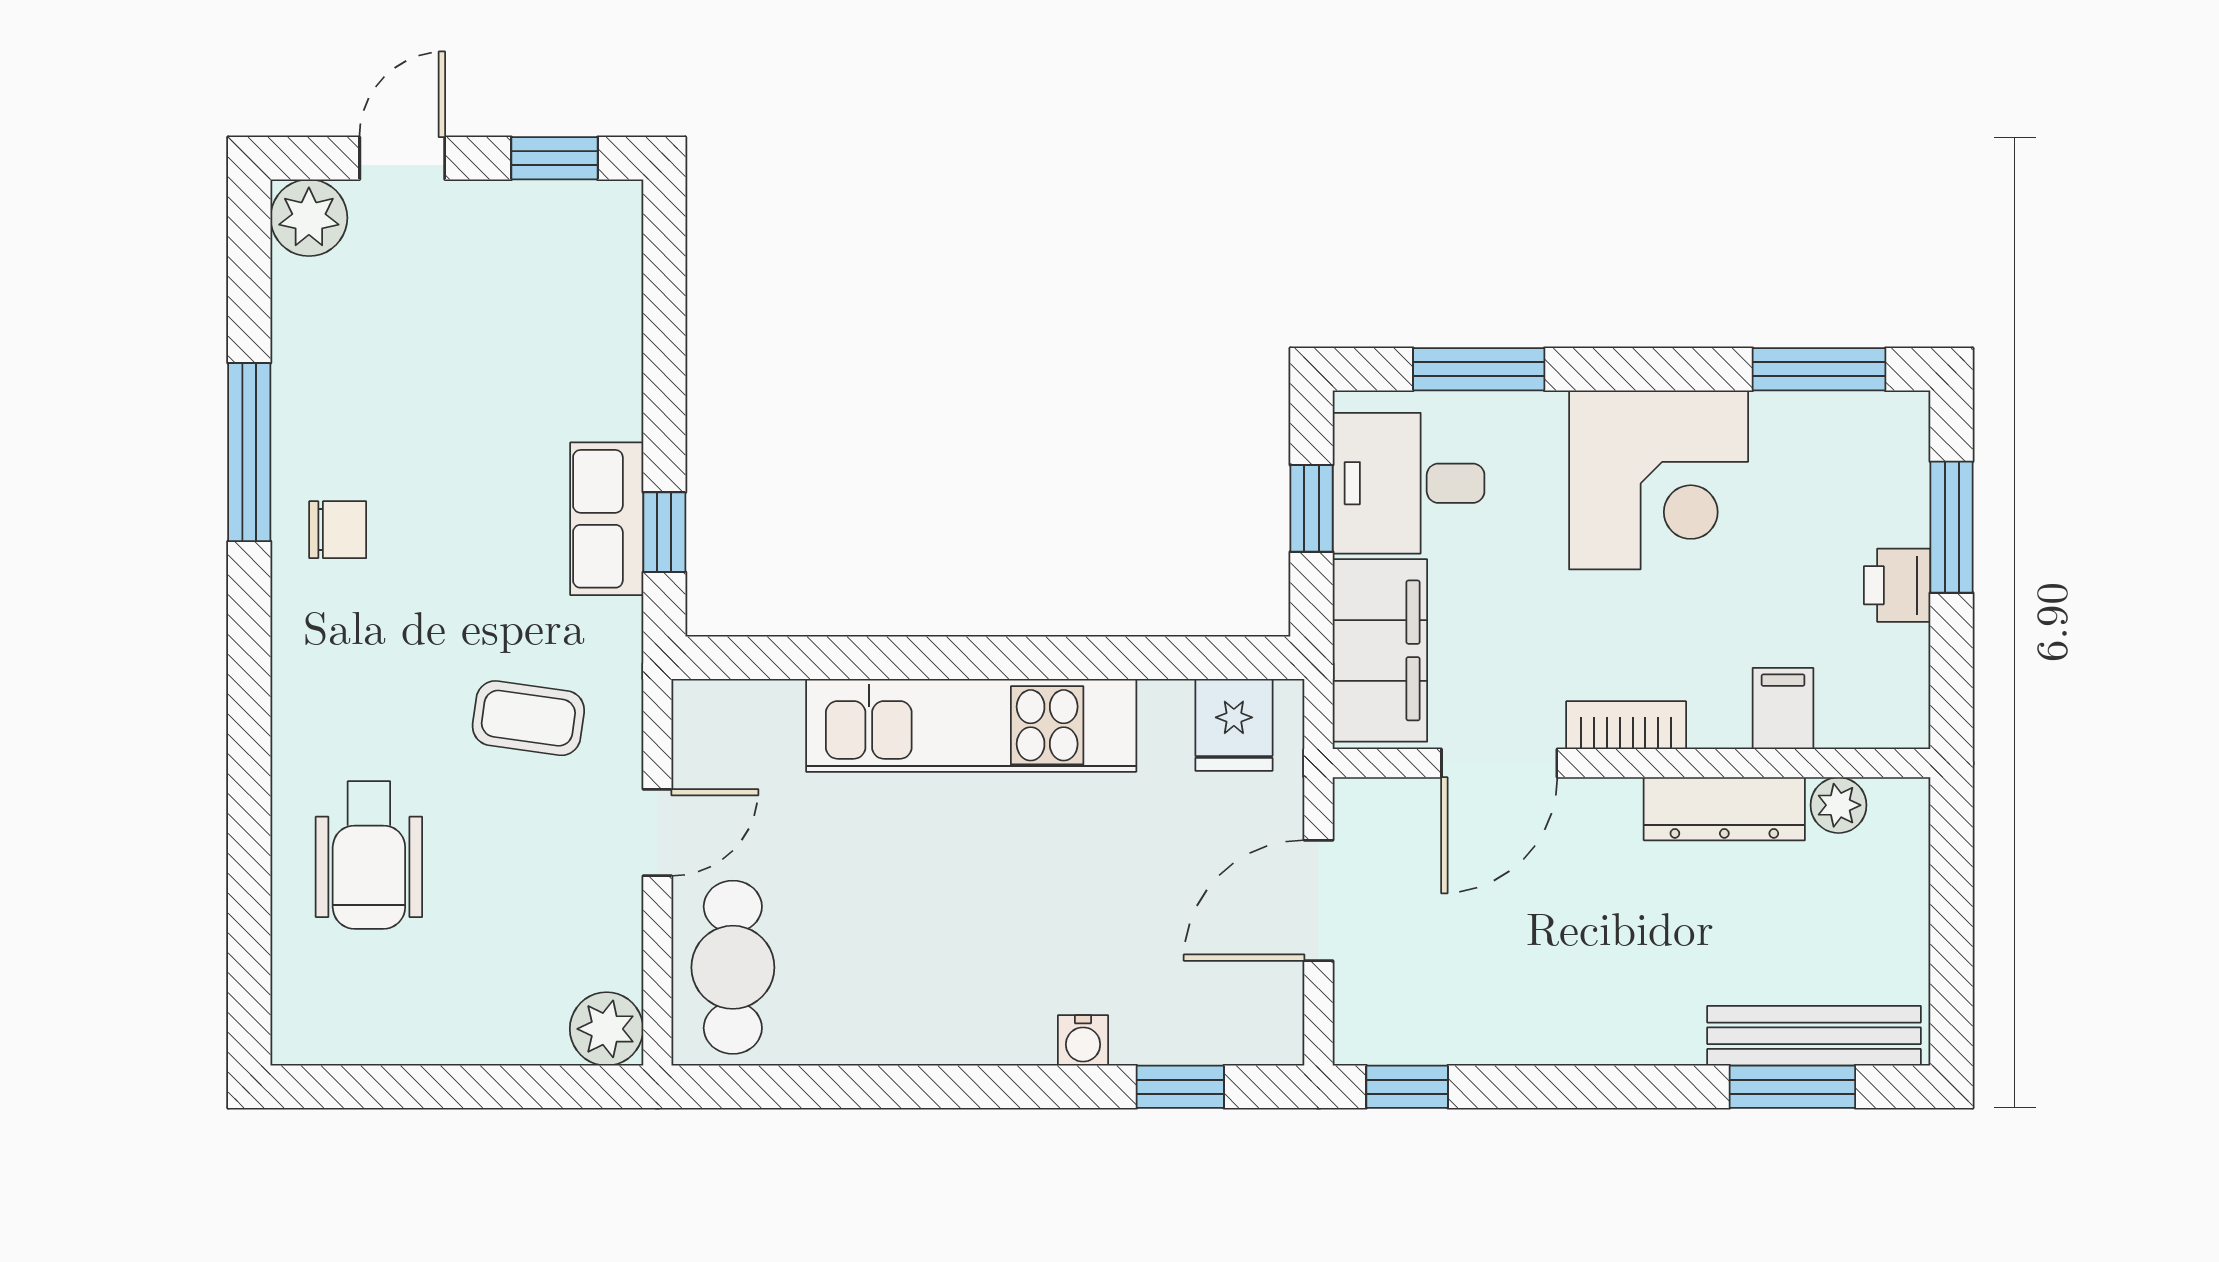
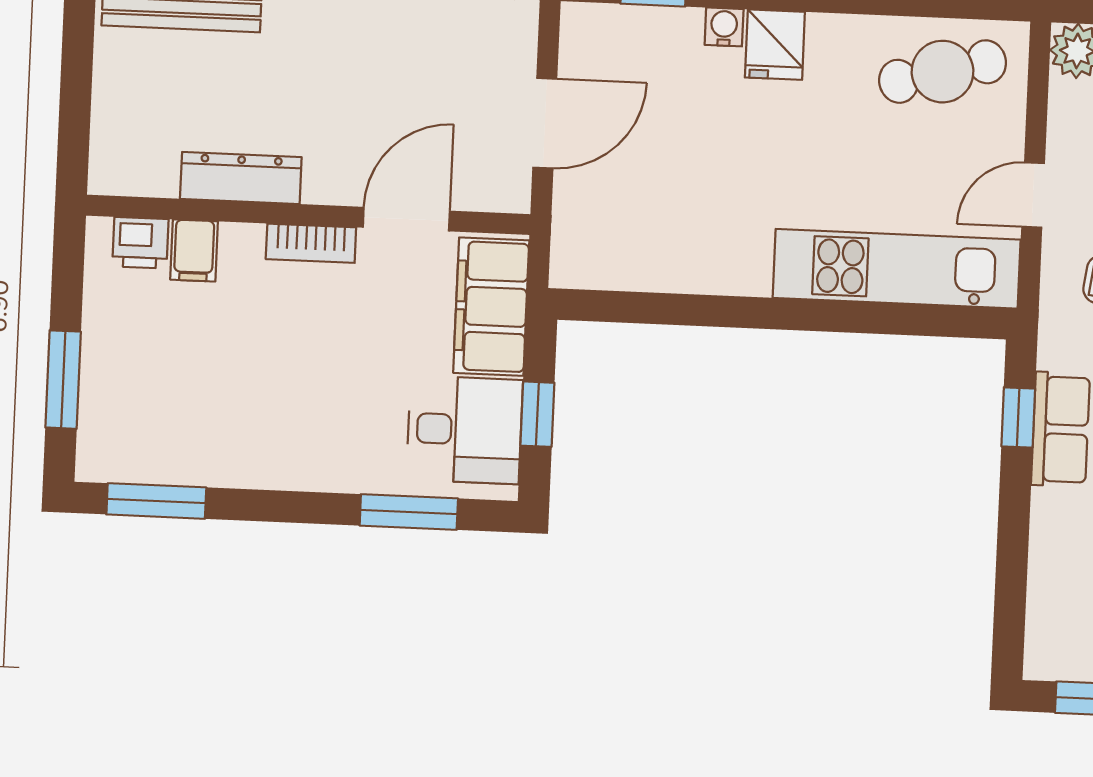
corner desk: (1659, 480) -> (279, 424), removed
printer: (1897, 585) -> (140, 243), moved, turned 90
kitchen unit: (971, 725) -> (897, 269), moved
fridge: (1234, 725) -> (775, 45), moved, turned 180
plant: (1839, 805) -> (156, 177), removed
cafe table: (733, 967) -> (943, 72), moved, turned 75

